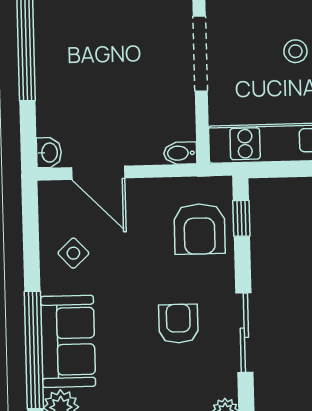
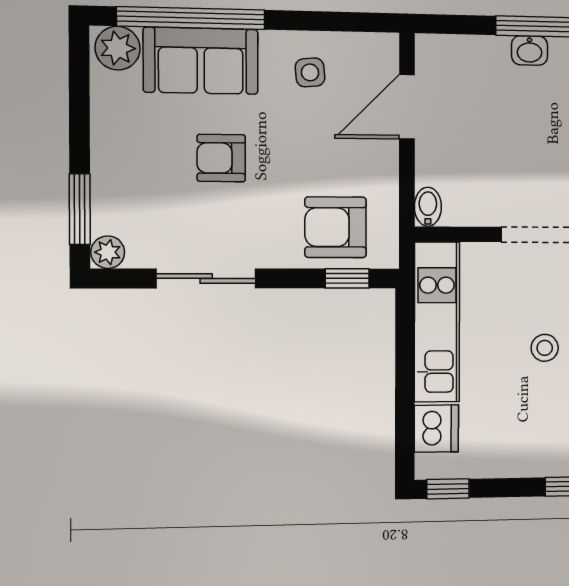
washbasin: (49, 153) -> (530, 50), moved
side table: (73, 253) -> (310, 72), turned 38
armchair: (178, 324) -> (221, 158), moved, turned 180

